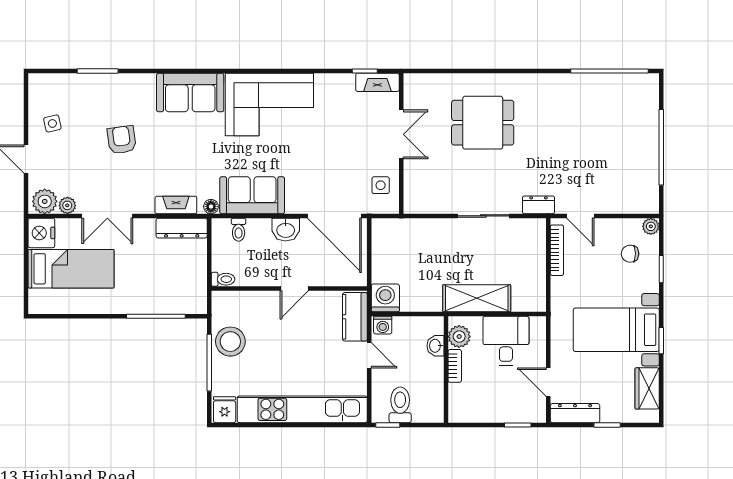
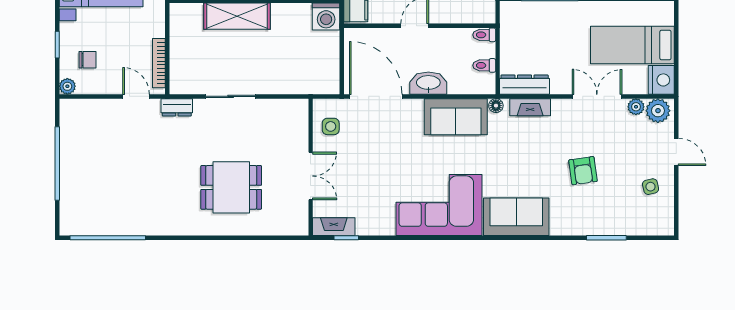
double door: (401, 134) -> (311, 176), swing flipped
toilet: (239, 230) -> (484, 65), moved, turned -90
washbasin: (286, 230) -> (428, 83), width x1.38

